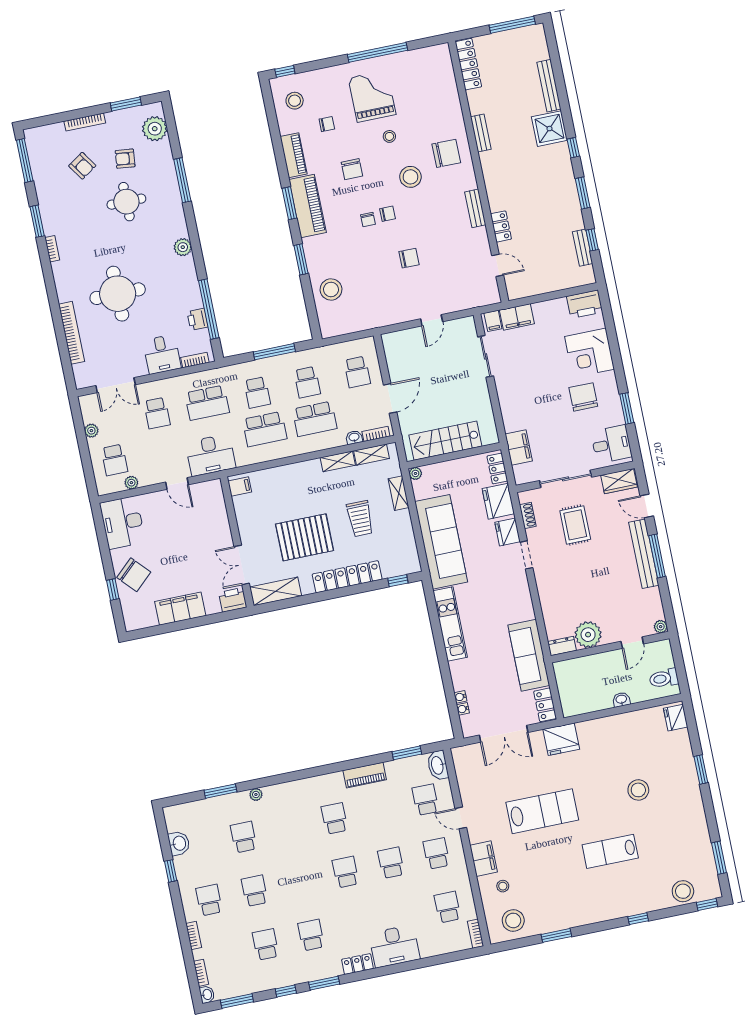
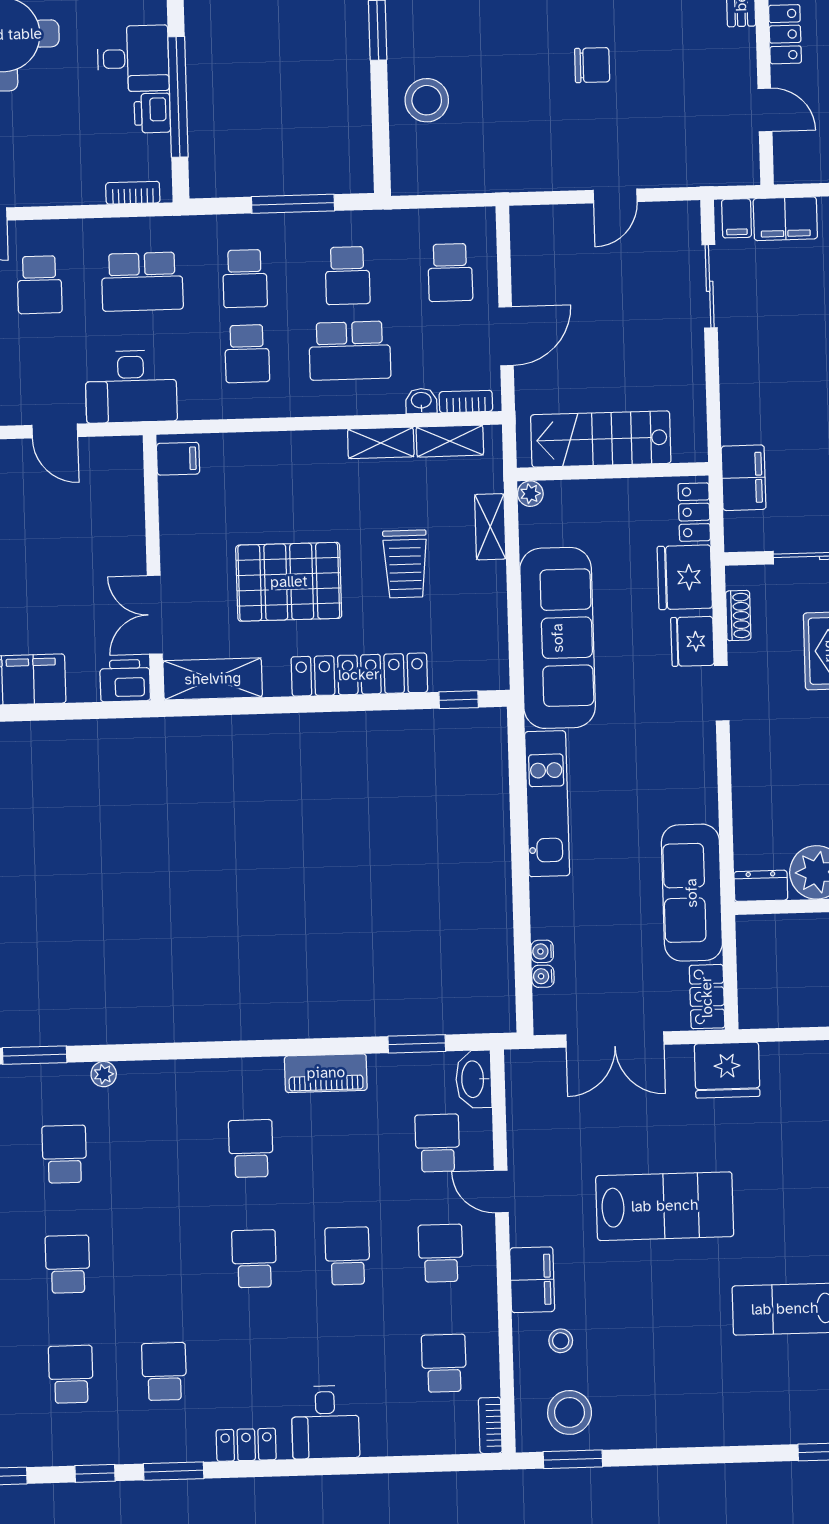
desk: (162, 354) -> (133, 59), moved, turned -90
school desk: (265, 429) -> (247, 354), width x0.54
window: (556, 935) -> (573, 1459), moved
desk: (394, 946) -> (325, 1422), width x0.73

